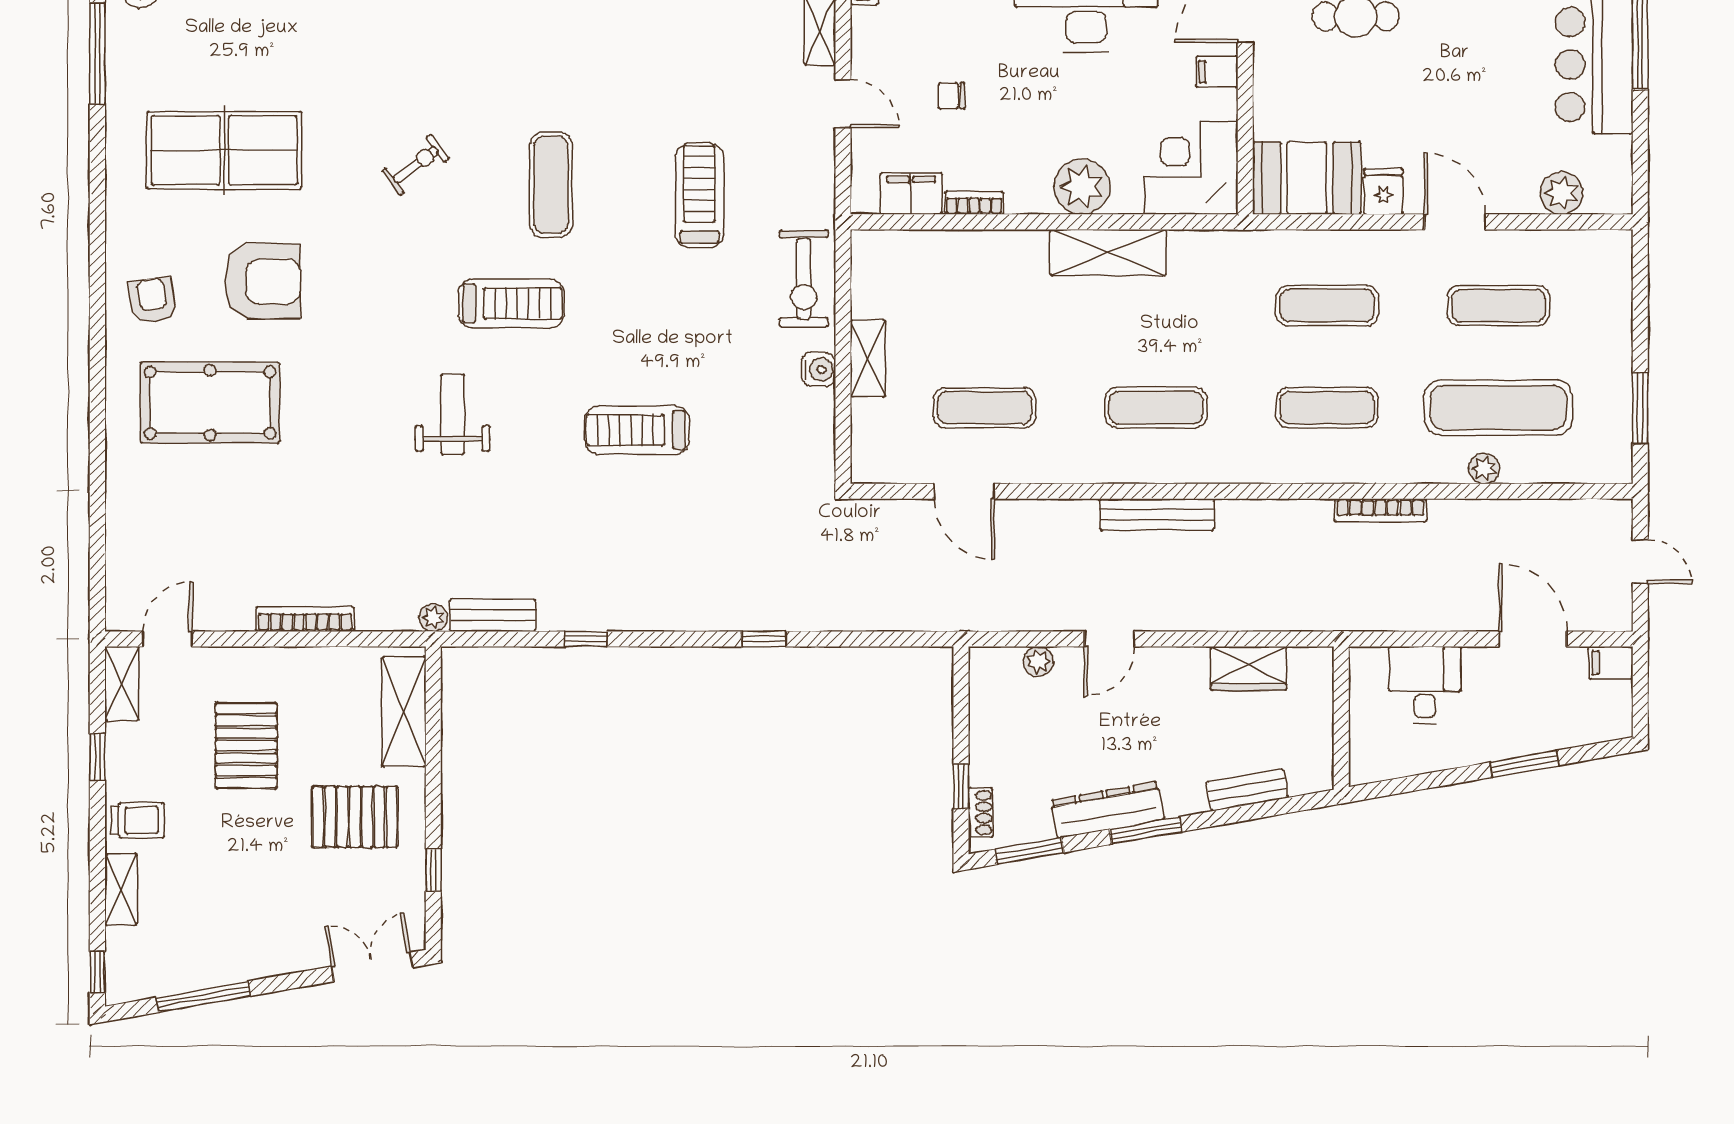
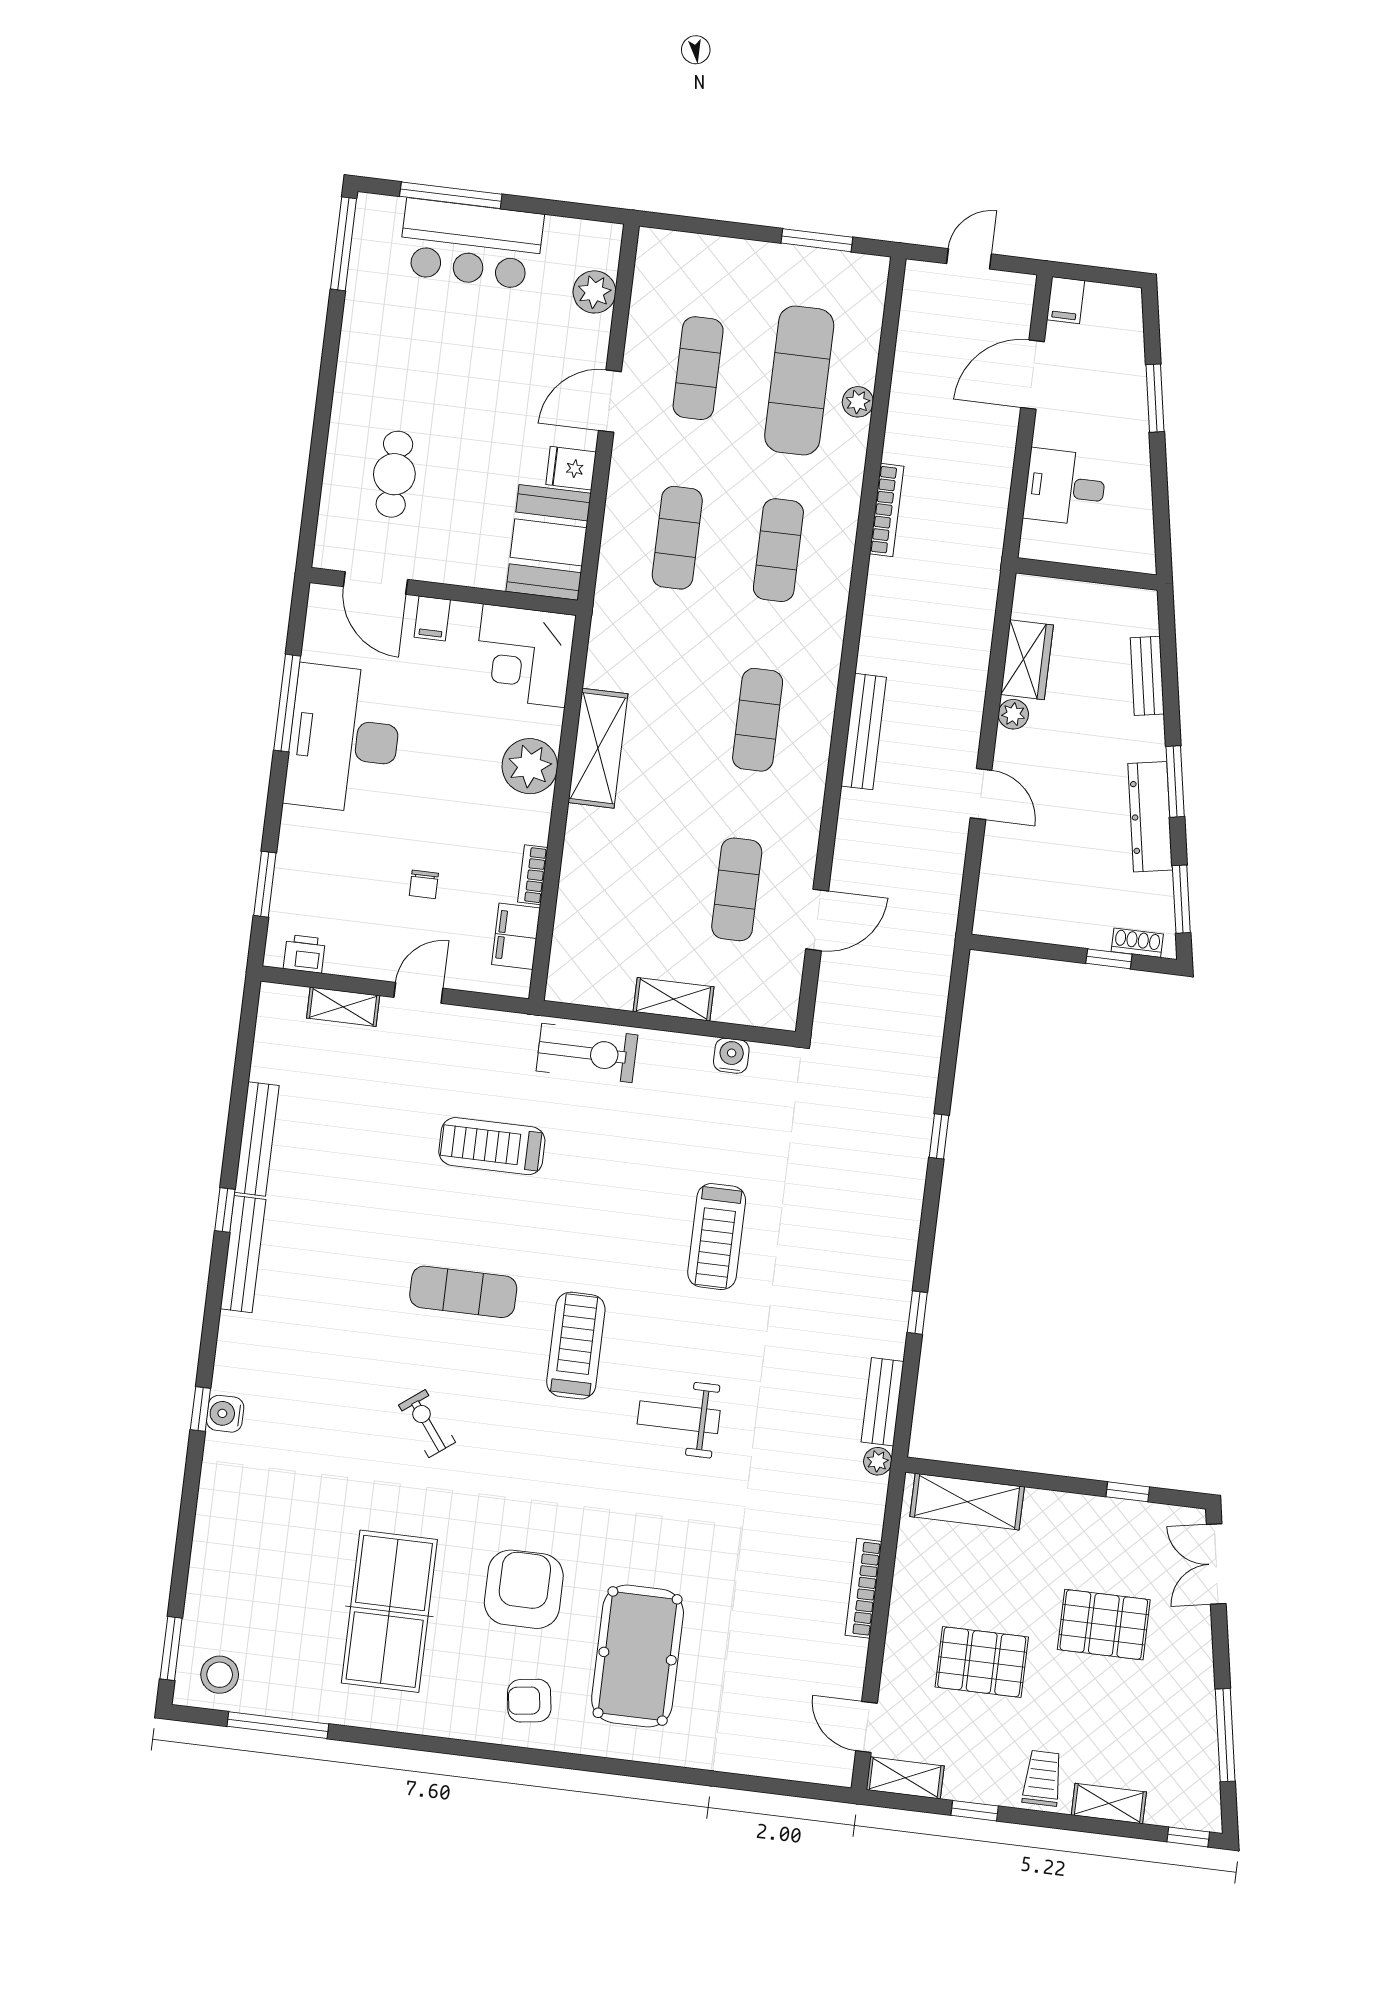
water cooler: (819, 370) -> (731, 1056), moved
plant: (1038, 661) -> (1013, 714), moved
pallet: (355, 817) -> (1104, 1625), moved, turned 90

